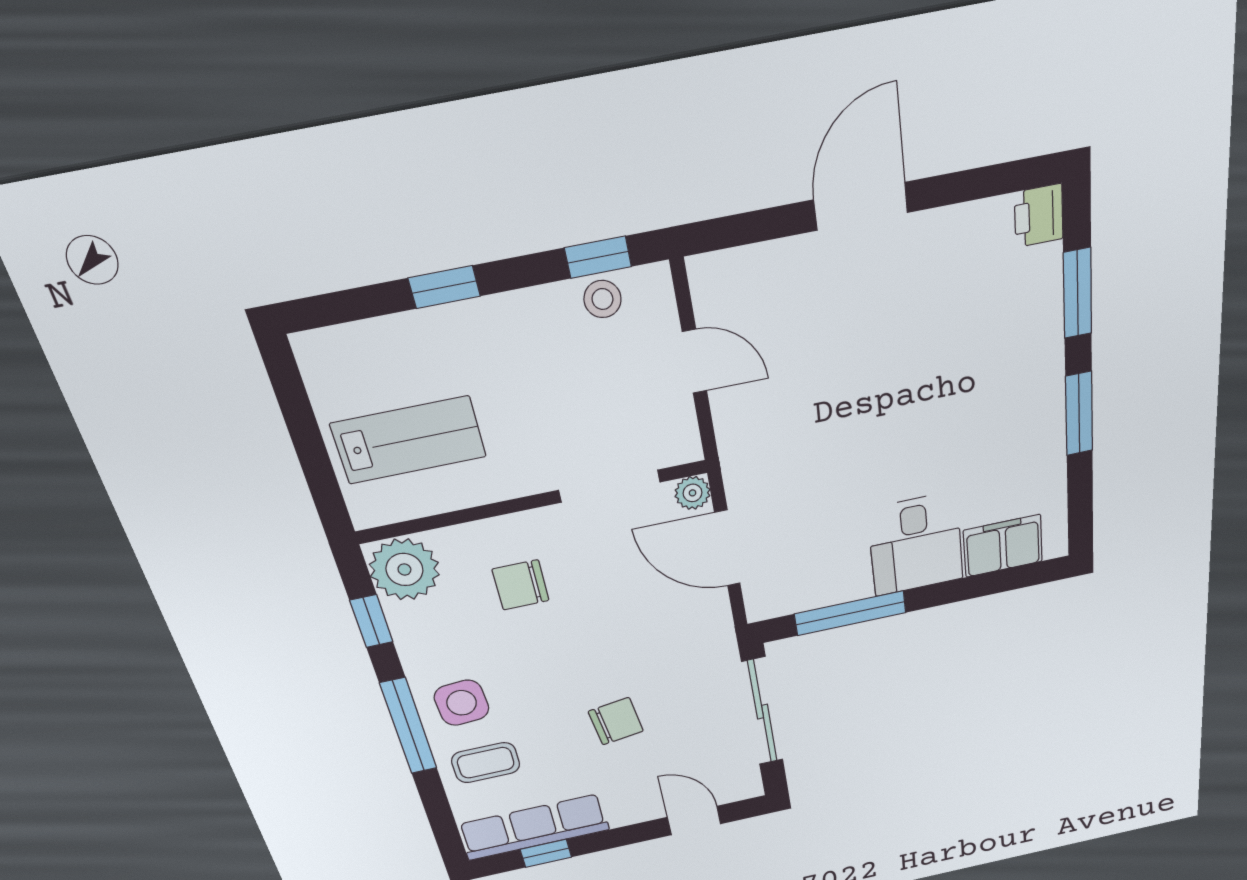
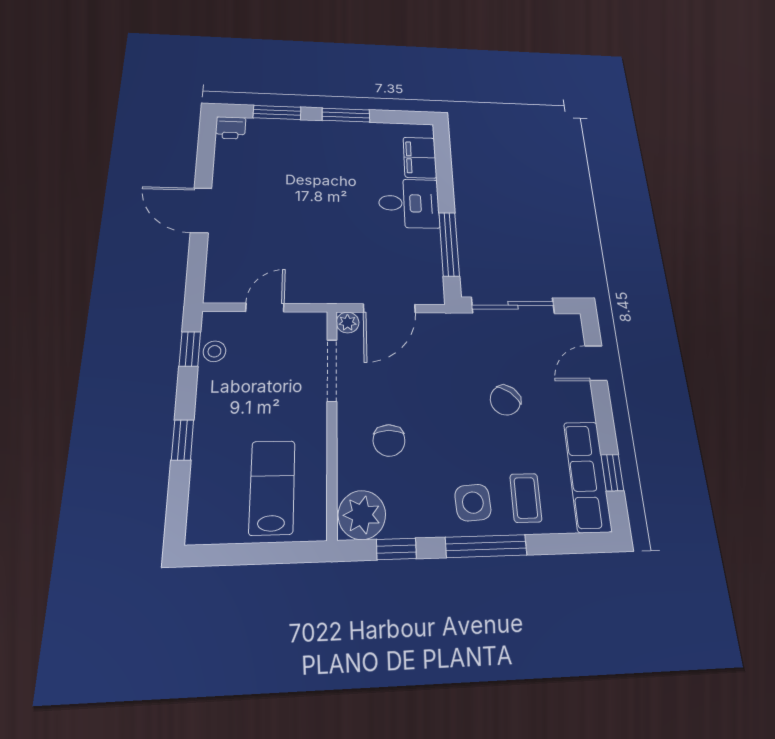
chair: (616, 721) -> (505, 400), turned -134

